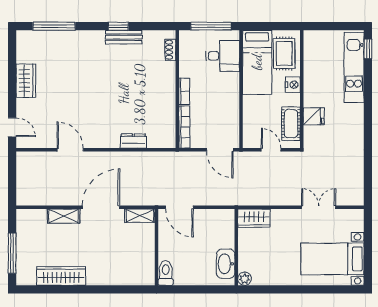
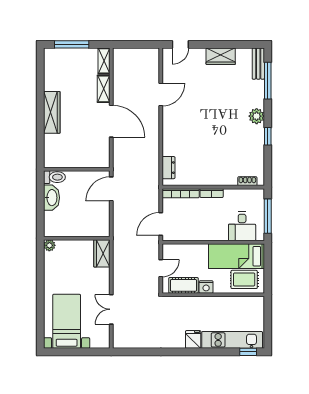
bench: (124, 37) -> (258, 64), moved
plant: (95, 39) -> (257, 116), added
nightstand: (293, 85) -> (206, 287), moved
fridge: (314, 116) -> (193, 339), moved, turned 180
dresser: (133, 141) -> (169, 168), moved
double door: (319, 207) -> (111, 309), swing flipped
shelving: (140, 216) -> (104, 61), moved
washbasin: (226, 264) -> (51, 198), moved, turned 90
wardrobe: (61, 276) -> (52, 112), moved

